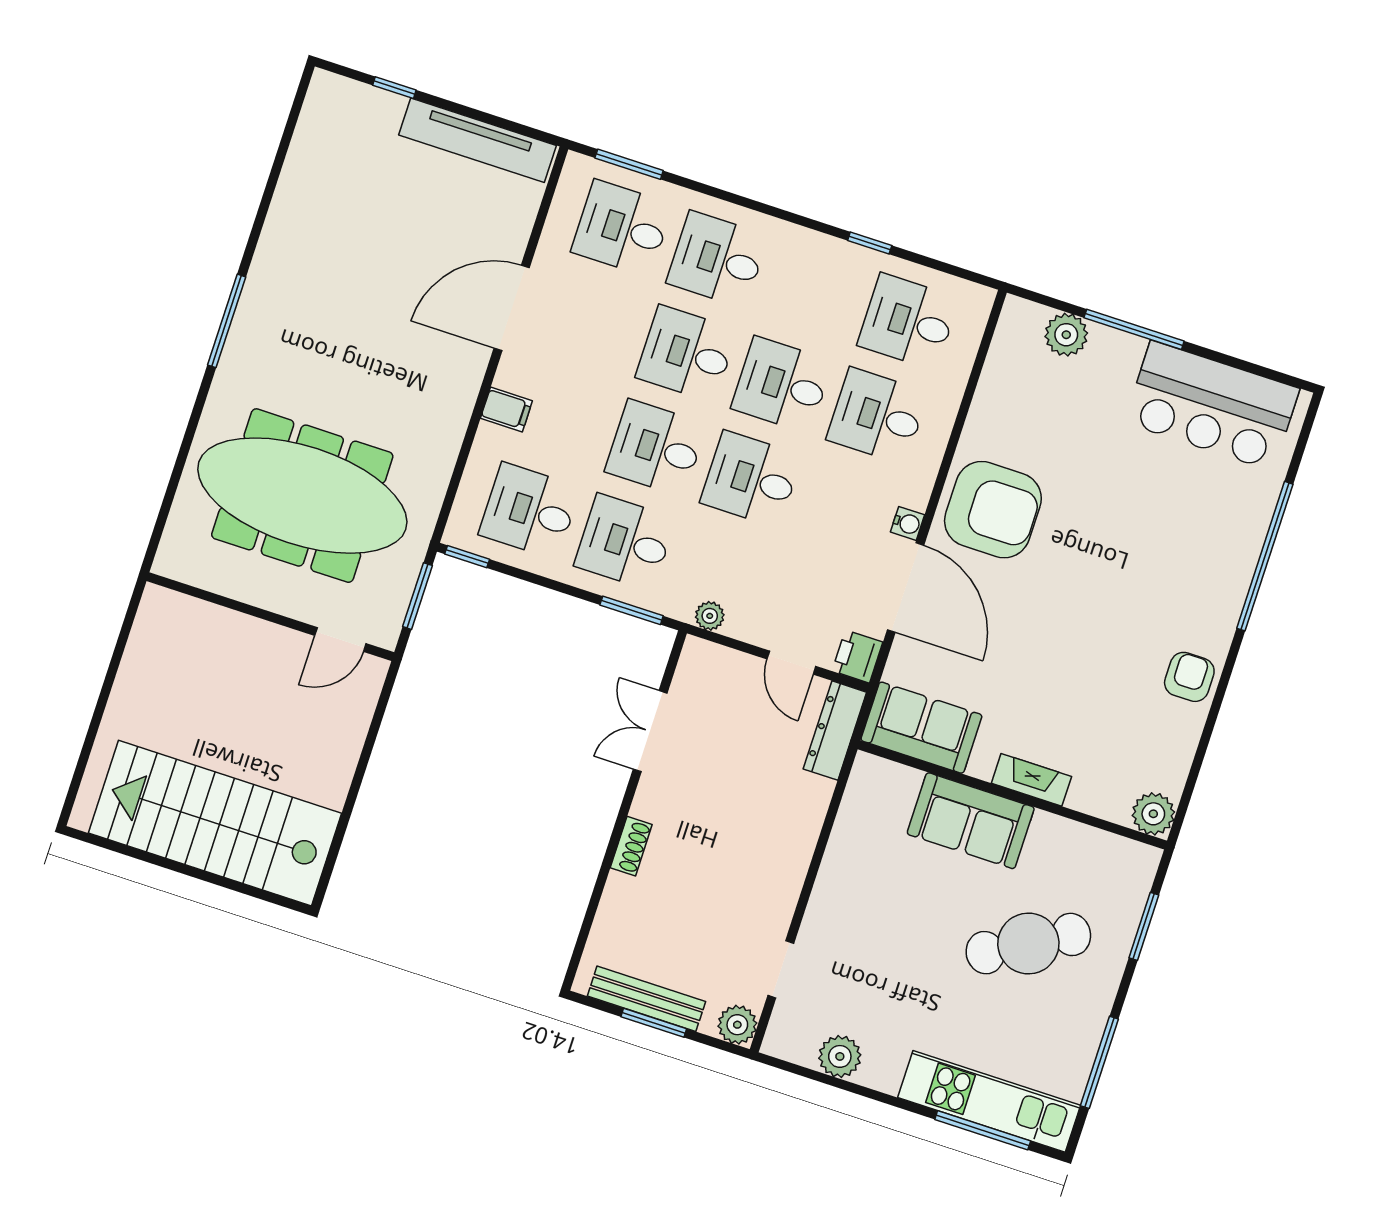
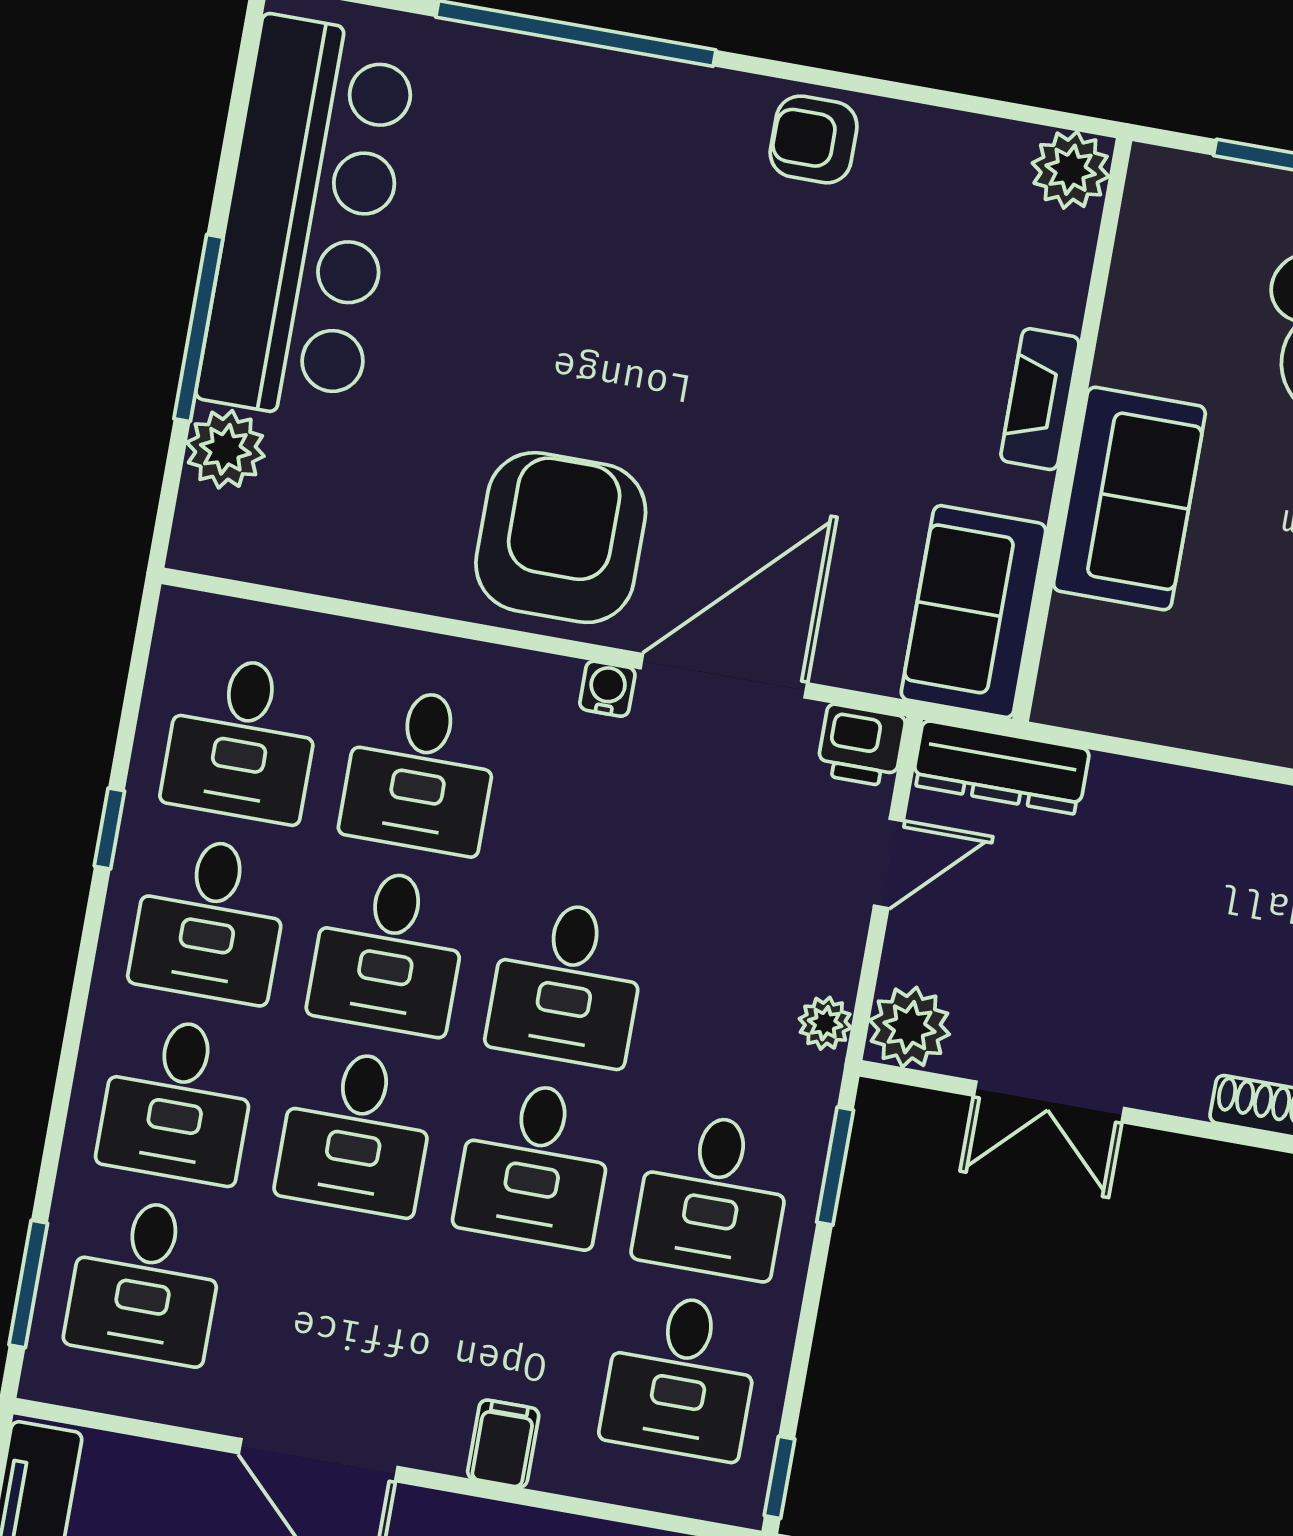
desk: (813, 290) -> (210, 919), added
bar counter: (1212, 406) -> (307, 219), width x1.36
plant: (701, 661) -> (910, 1027), added

